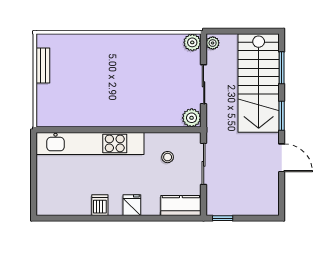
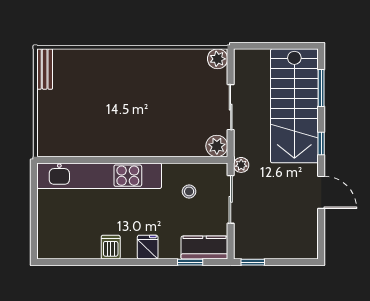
plant: (213, 43) -> (241, 165), moved
bench: (43, 65) -> (45, 69), moved
window: (282, 116) -> (321, 144), width x0.67
window: (169, 218) -> (190, 262), added

